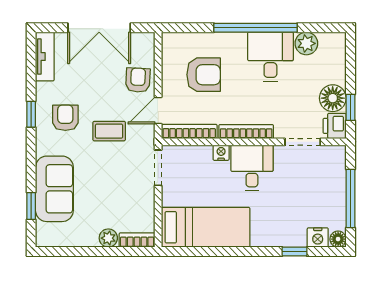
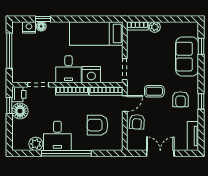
double door: (99, 28) -> (160, 153), width x0.73
nightstand: (221, 153) -> (91, 75), width x1.89, depth x1.79
floor lamp: (338, 239) -> (41, 26), moved

